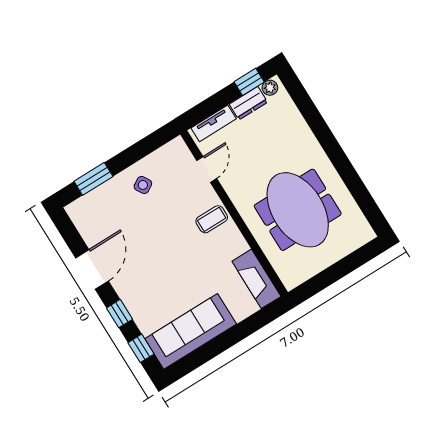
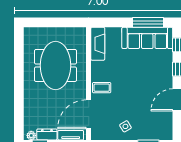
door: (207, 169) -> (89, 114), width x1.88
window: (203, 354) -> (148, 22), added

